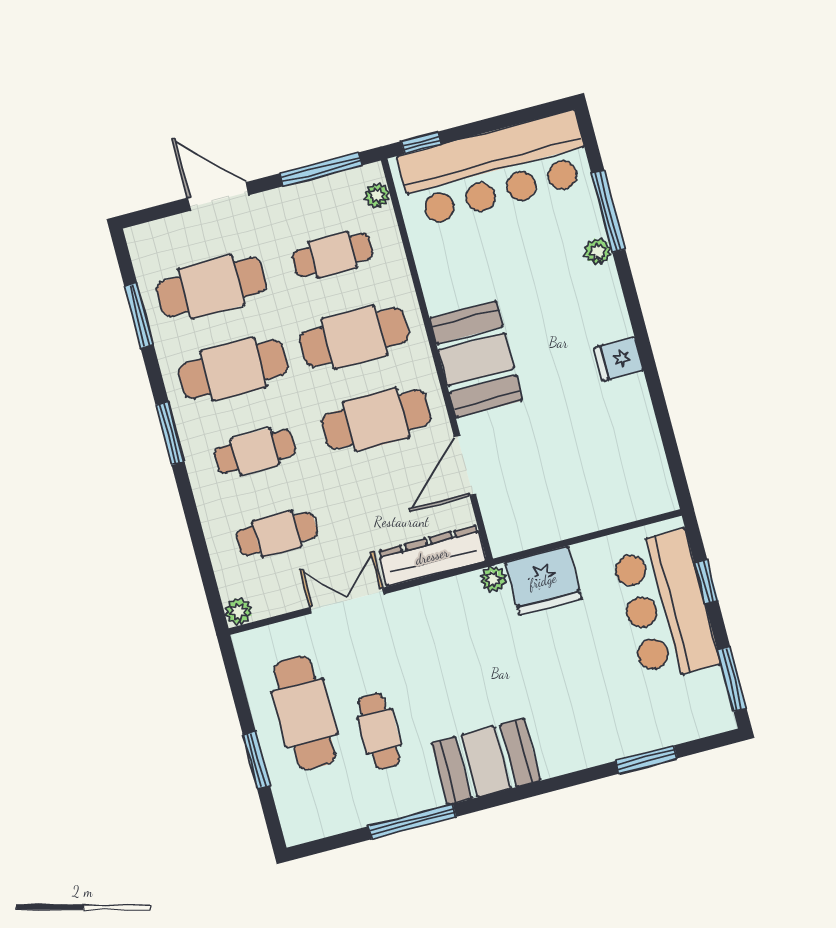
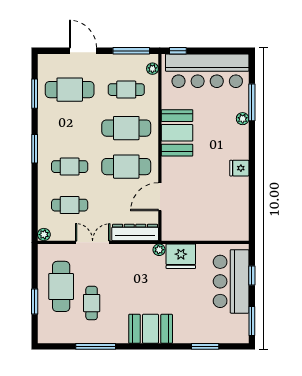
booth: (476, 359) -> (177, 133), moved
cafe table: (233, 369) -> (70, 128), removed
booth: (486, 762) -> (151, 329), moved

